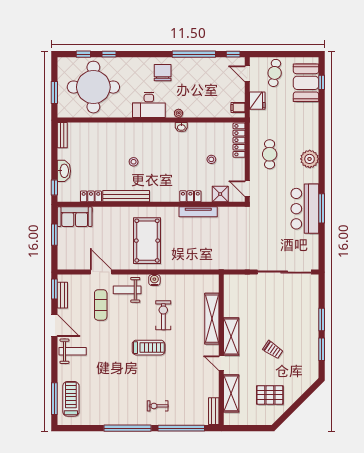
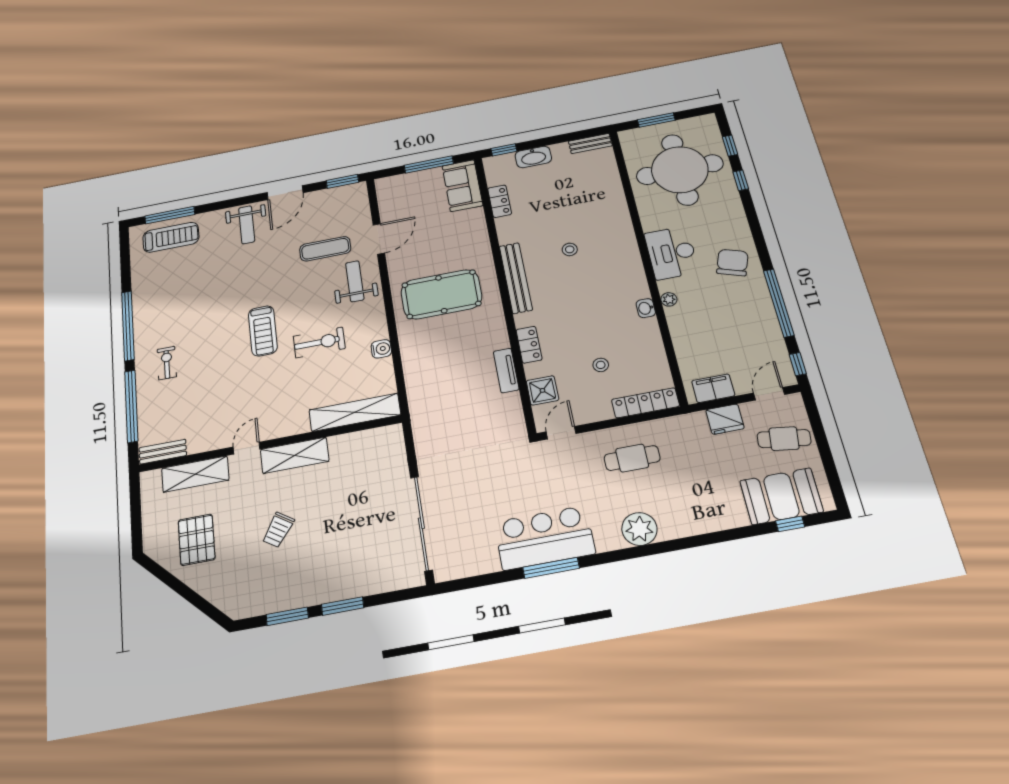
chair: (163, 73) -> (732, 262), turned -71
filing cabinet: (238, 107) -> (713, 388), width x2.00
bench: (126, 196) -> (516, 278), moved
tv unit: (198, 212) -> (506, 370), width x0.71
window: (54, 235) -> (429, 164), width x1.44
water cooler: (154, 280) -> (381, 349), moved
bench: (62, 295) -> (334, 194), removed
shelving: (212, 319) -> (355, 412), moved

